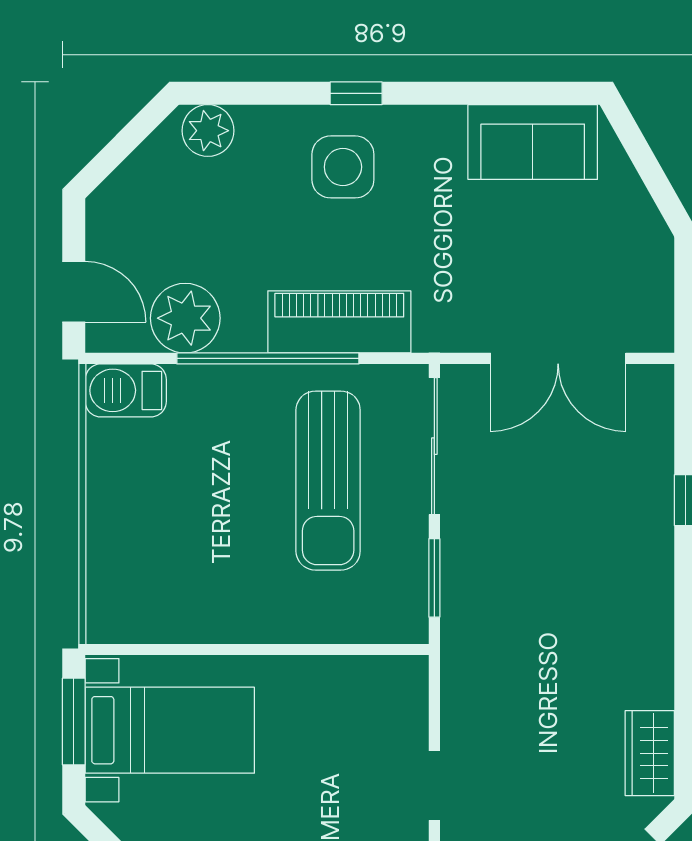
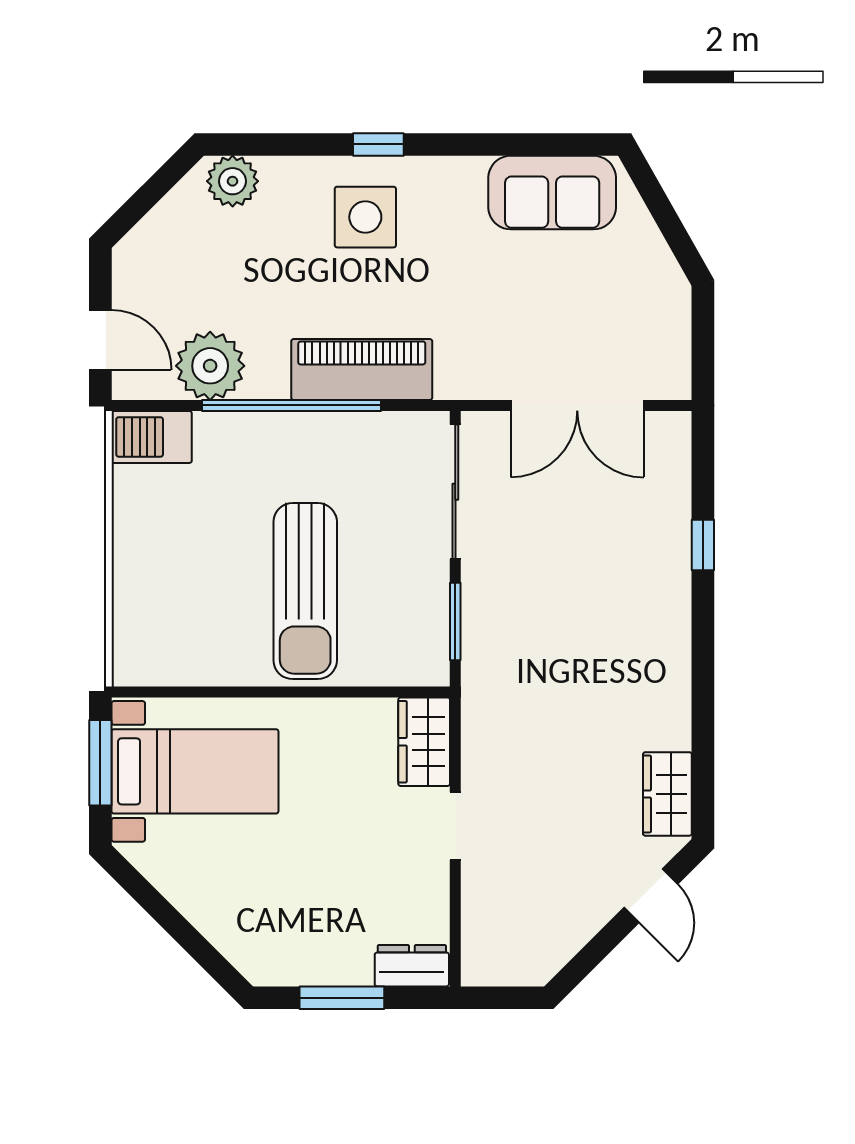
sun lounger: (328, 481) -> (305, 591), moved
wardrobe: (403, 700) -> (424, 742), added

